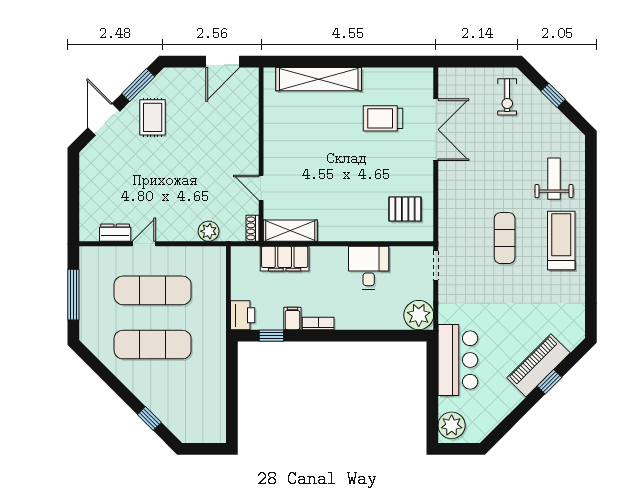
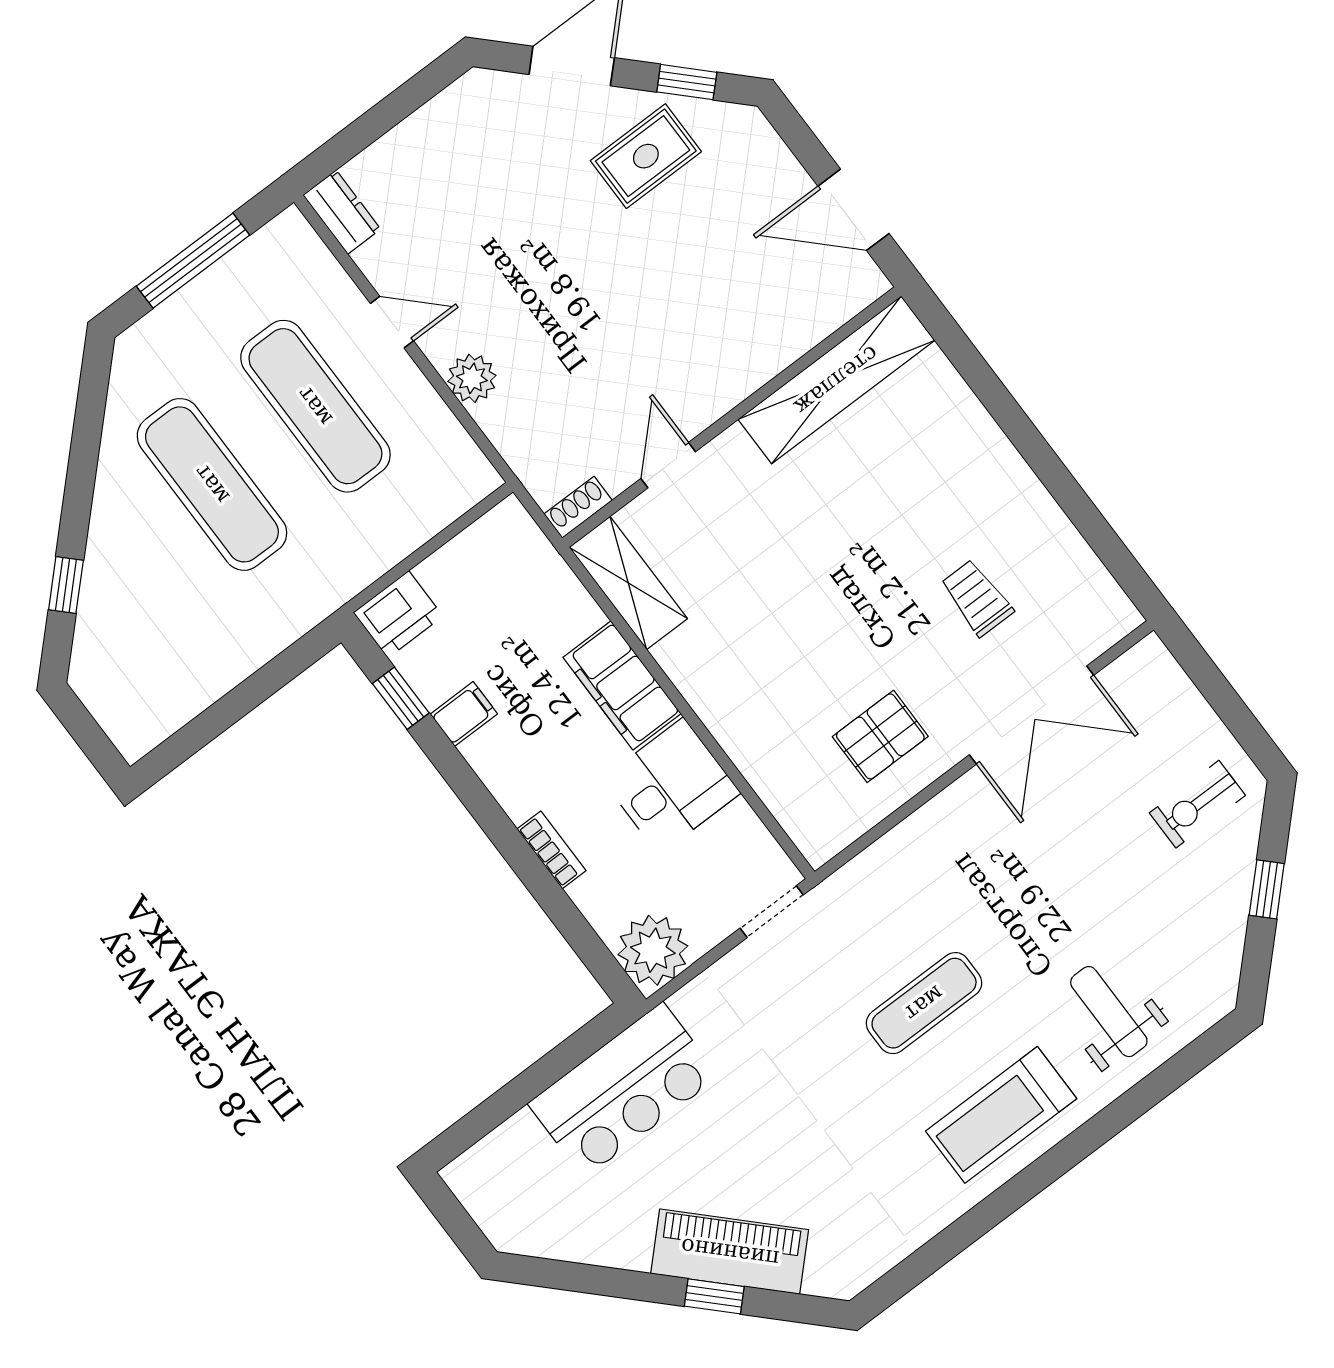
shelving: (319, 79) -> (836, 380), moved, turned 90
window: (138, 85) -> (687, 82), width x0.67
trolley: (383, 118) -> (977, 598), width x0.73, depth x0.72
weight bench: (554, 179) -> (1109, 1012), turned -90
pallet: (405, 209) -> (880, 736), moved, turned 90
plant: (209, 231) -> (472, 378), moved
dresser: (115, 233) -> (342, 212), moved
treadmill: (561, 241) -> (1001, 1115), turned 180
filing cabinet: (285, 259) -> (622, 686), moved
bookcase: (318, 323) -> (552, 850), moved
plant: (452, 425) -> (490, 1172), removed

